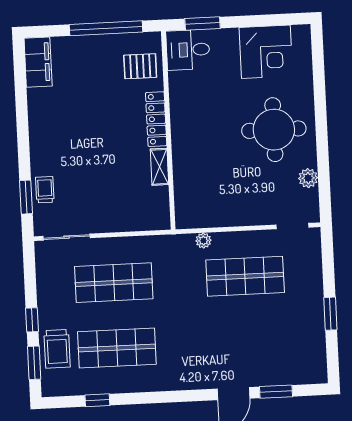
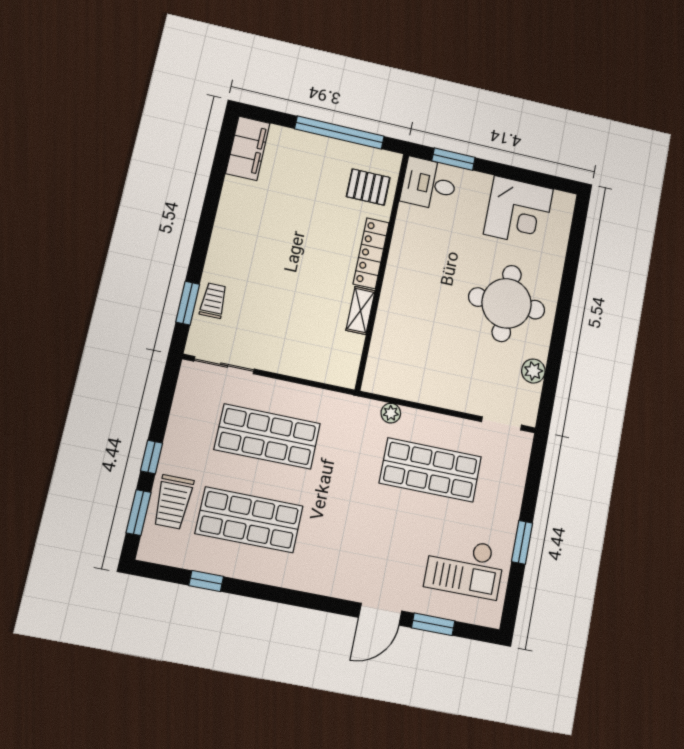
checkout: (290, 343) -> (465, 567), added

